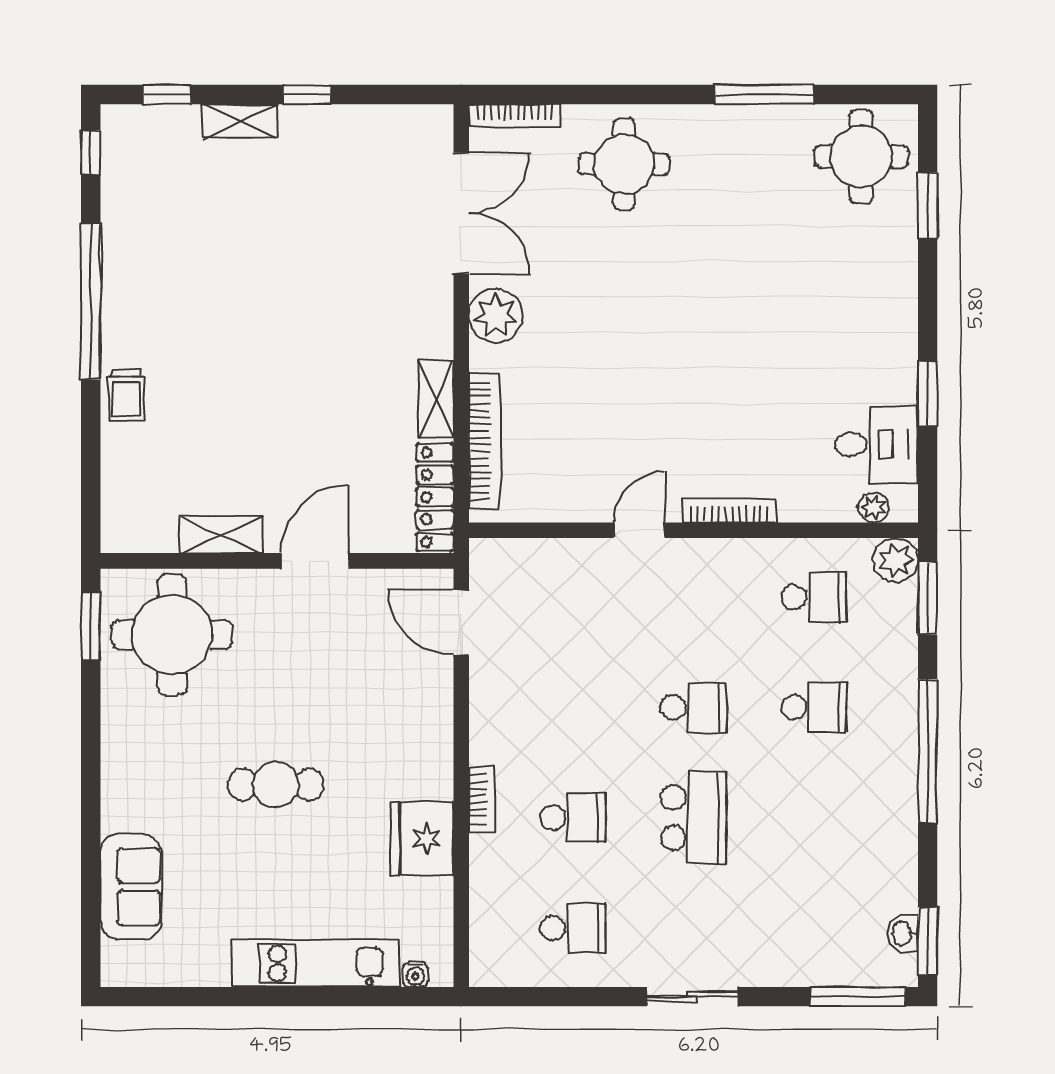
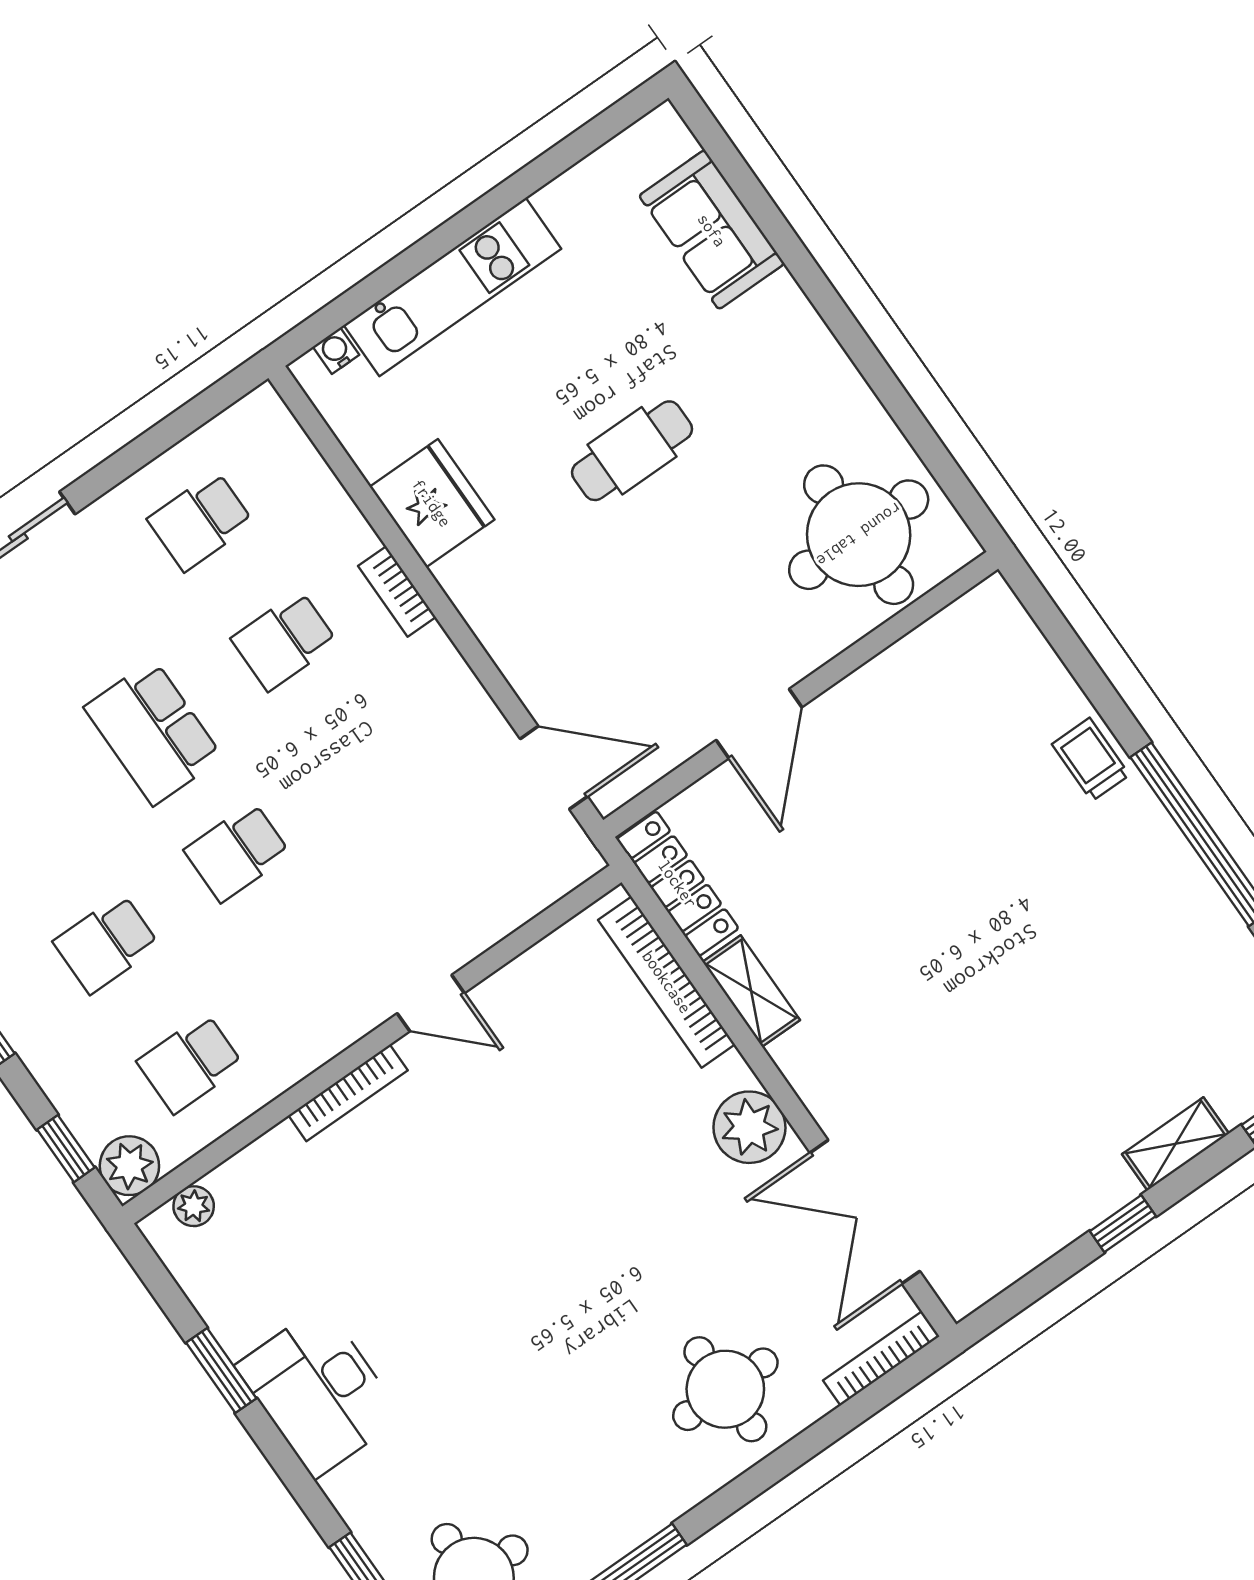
desk: (876, 444) -> (319, 1392), moved, width x1.37
door: (639, 530) -> (431, 1003), hinge flipped
shelving: (221, 535) -> (881, 680), removed
window: (928, 598) -> (66, 1149), width x0.67
window: (91, 626) -> (953, 482), removed

